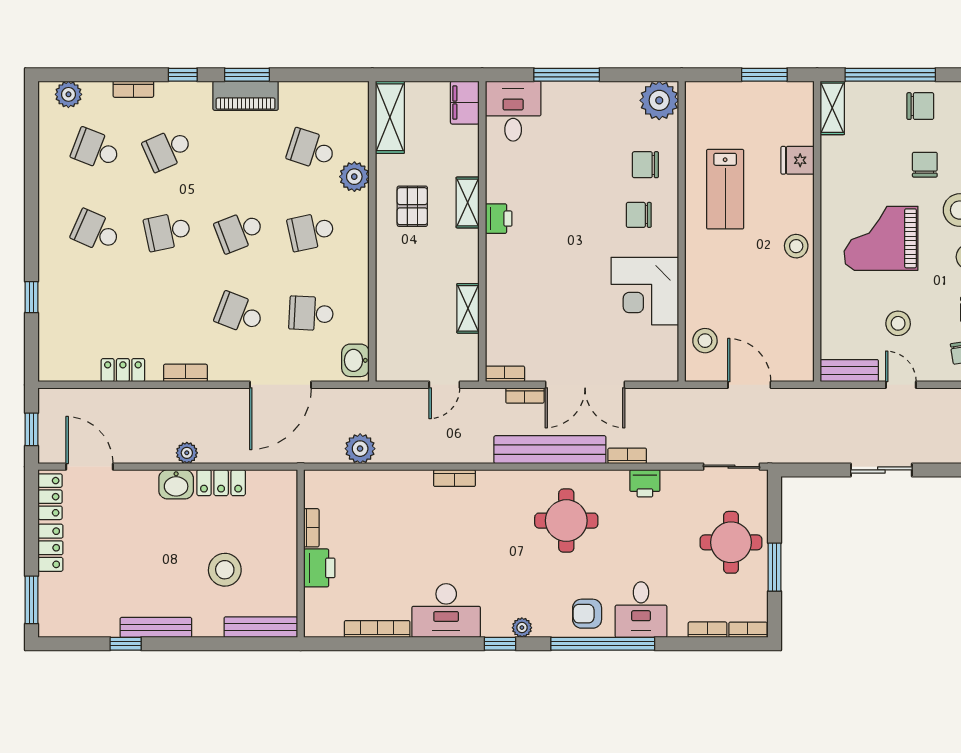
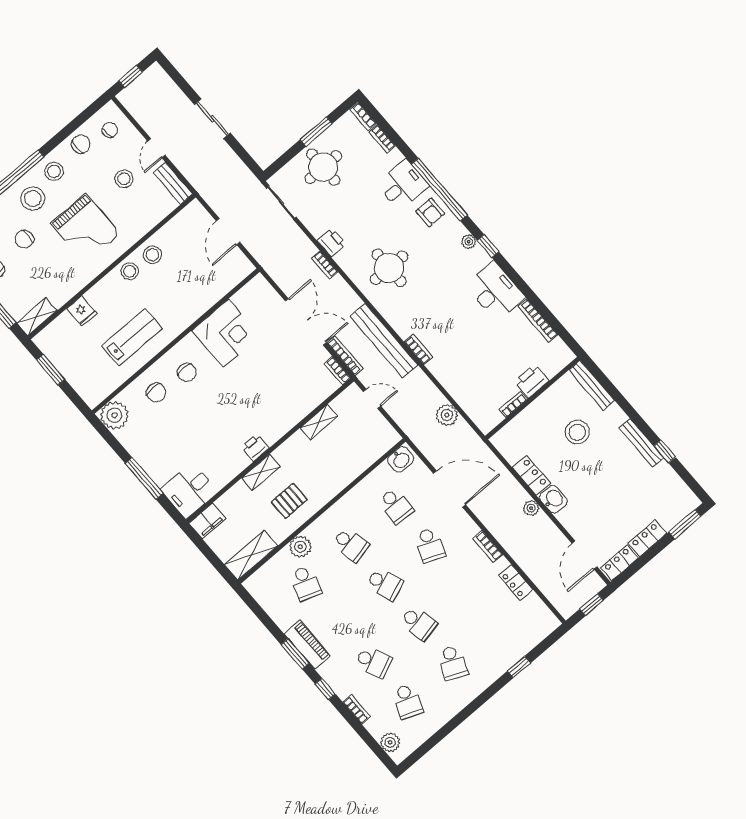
stool: (705, 341) -> (152, 255), moved
bookcase: (525, 396) -> (345, 356), width x1.56
bench: (550, 450) -> (384, 341), moved

